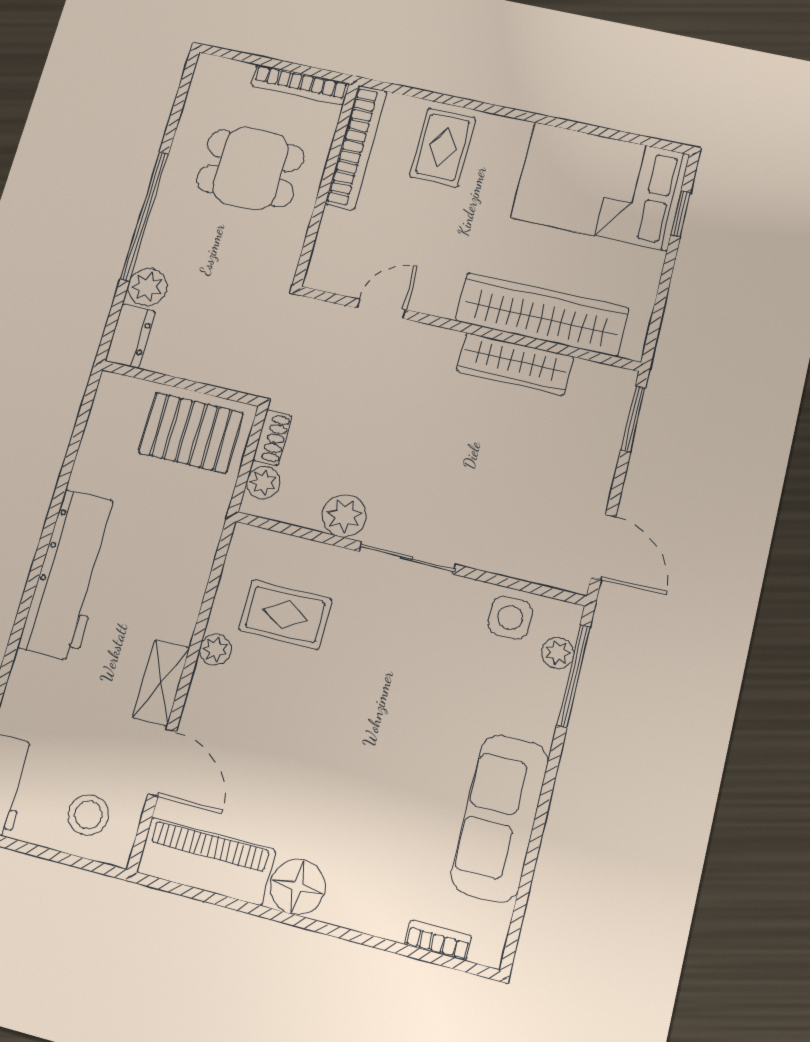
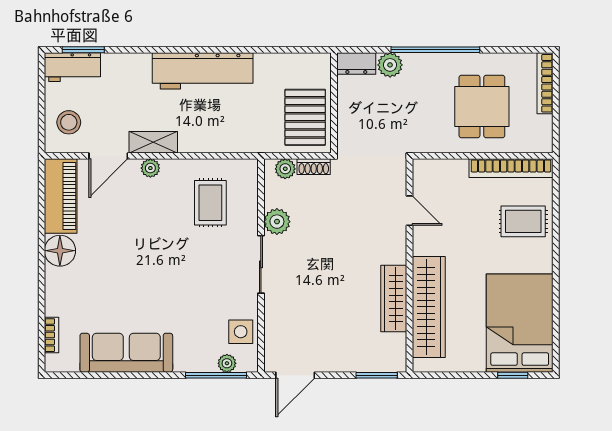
bookcase: (300, 85) -> (545, 83), moved
plant: (215, 649) -> (150, 168), moved

